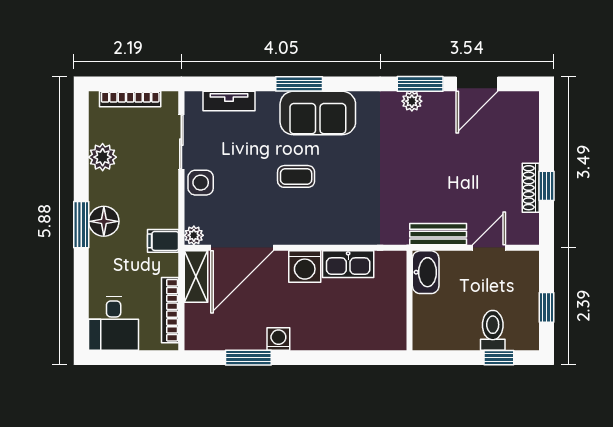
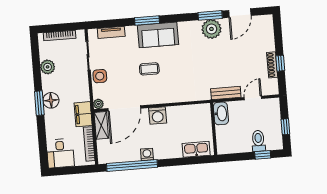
plant: (412, 101) -> (211, 29), width x1.88, depth x1.88
filing cabinet: (163, 241) -> (83, 114), width x2.00
kitchen sink: (348, 264) -> (196, 149), moved, turned 180
window: (248, 358) -> (132, 165), width x2.11

